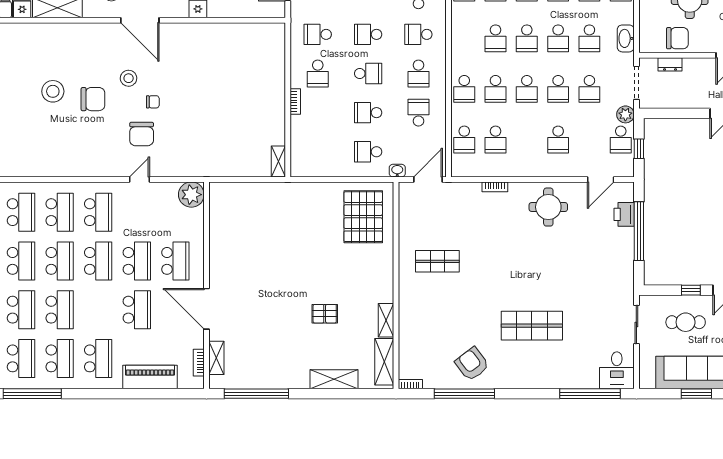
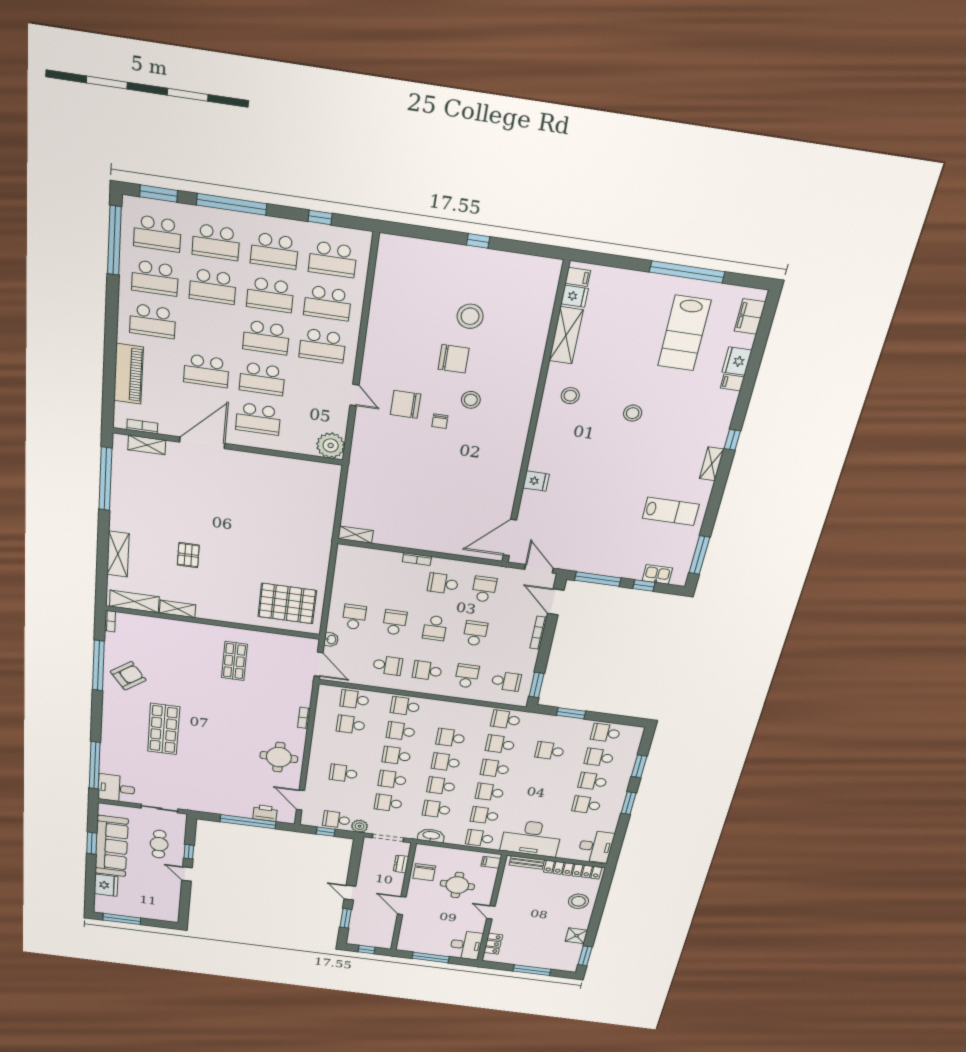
door: (140, 20) -> (510, 538), moved
chair: (93, 99) -> (454, 359), turned -90

